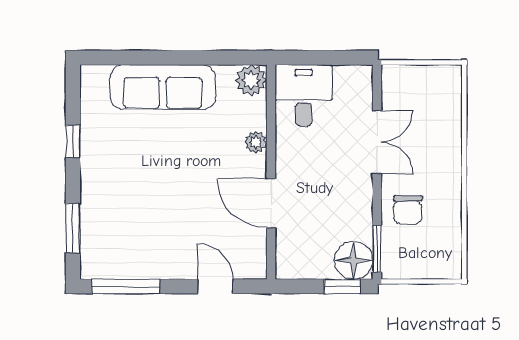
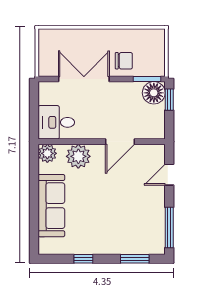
plant: (256, 142) -> (78, 156), width x1.87, depth x1.87
double door: (377, 142) -> (84, 79), width x1.37

